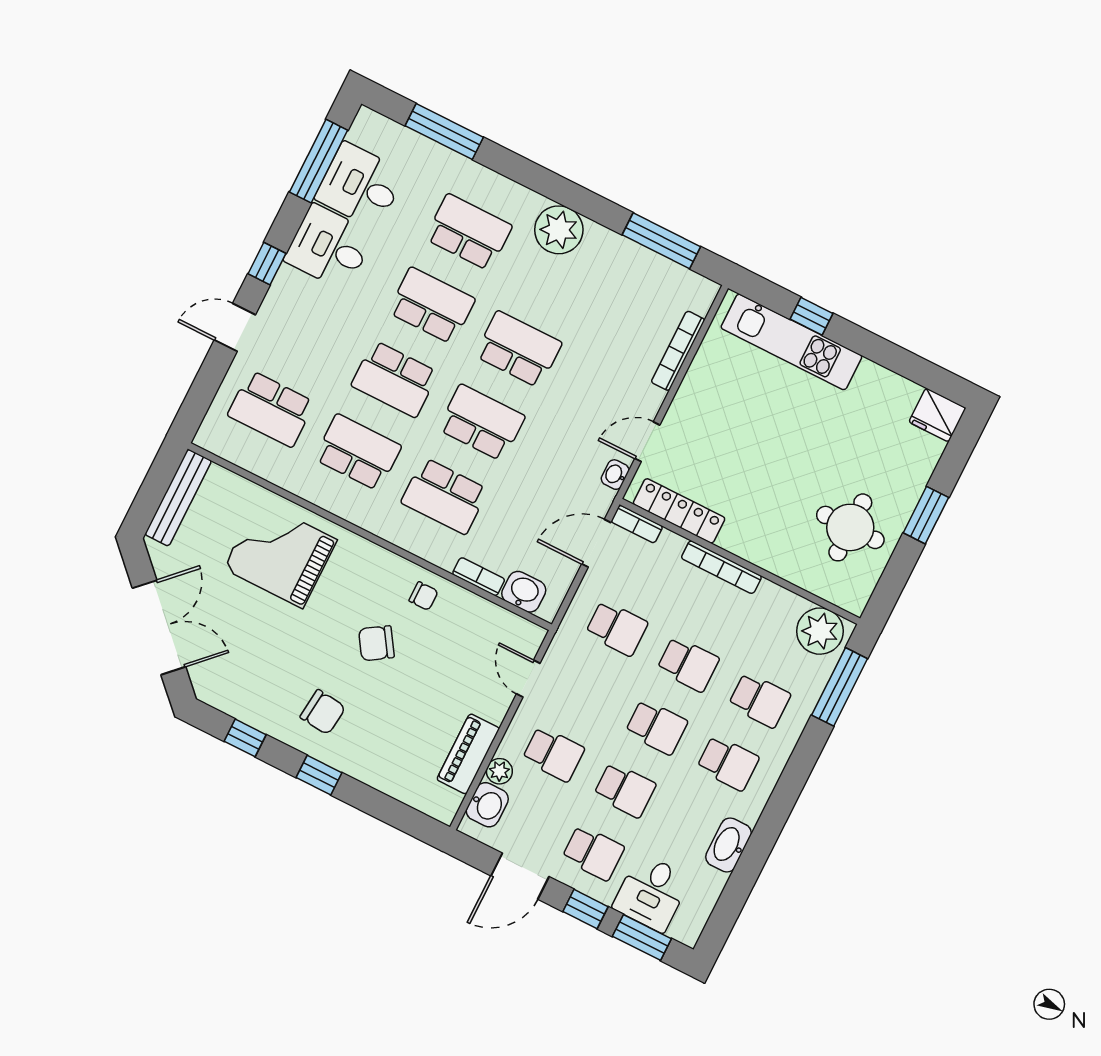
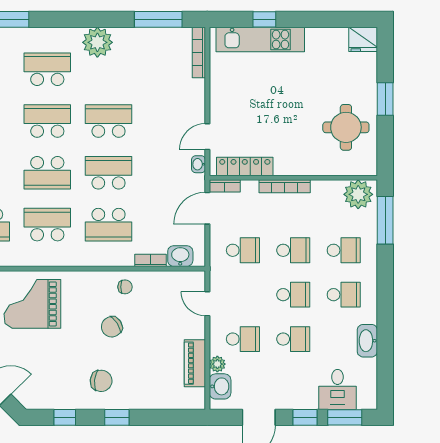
bookcase: (678, 351) -> (199, 53), moved
school desk: (593, 853) -> (293, 383), removed

